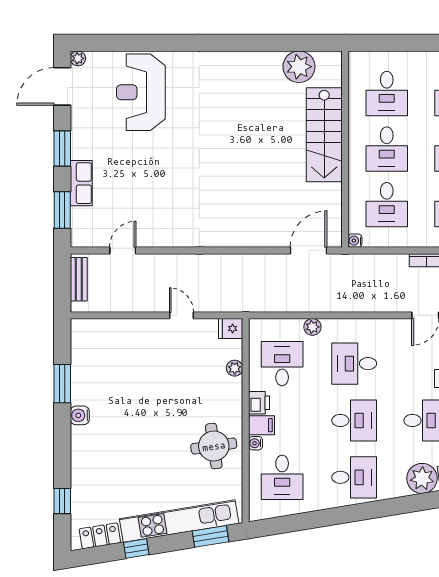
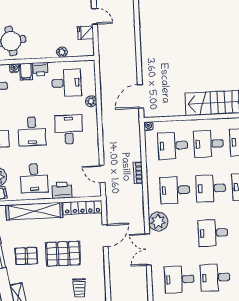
door: (308, 250) -> (141, 96), swing flipped
door: (182, 315) -> (94, 16), hinge flipped
fridge: (231, 328) -> (86, 33), moved, turned -90

